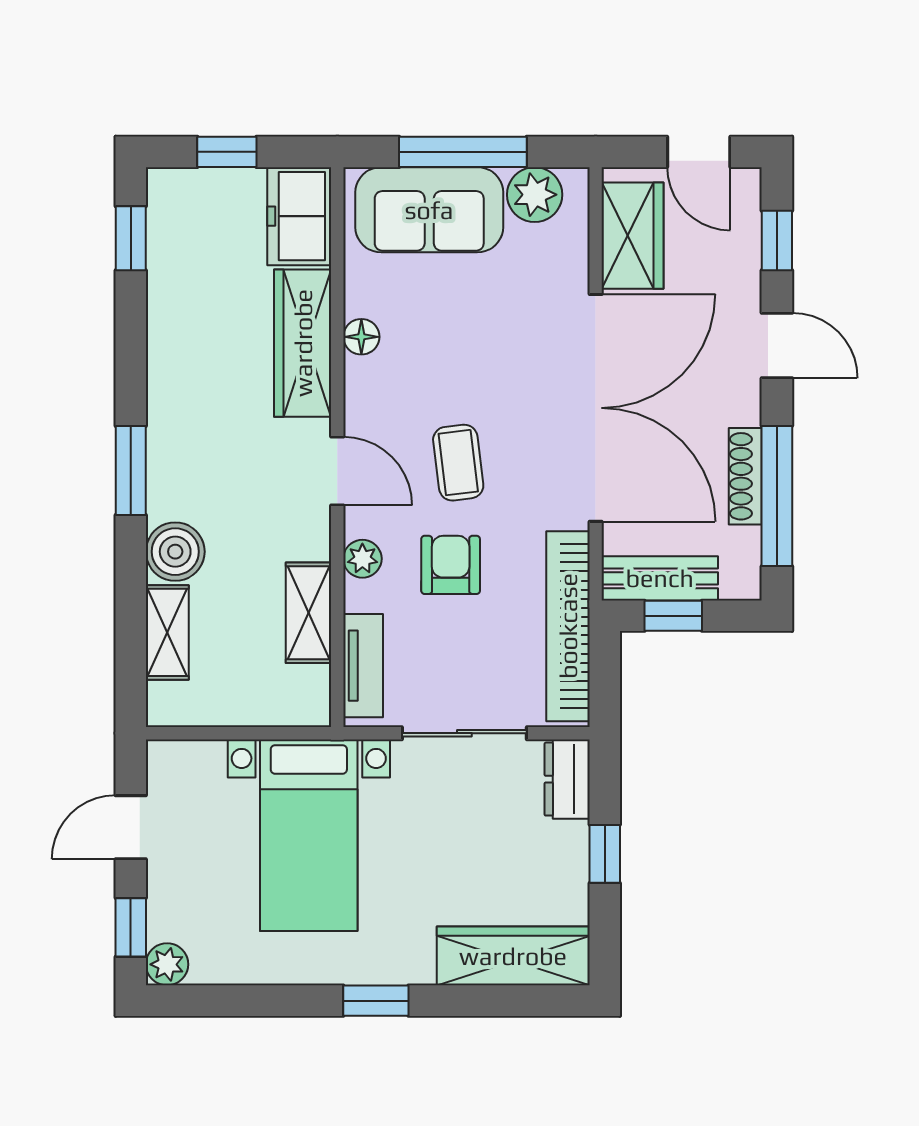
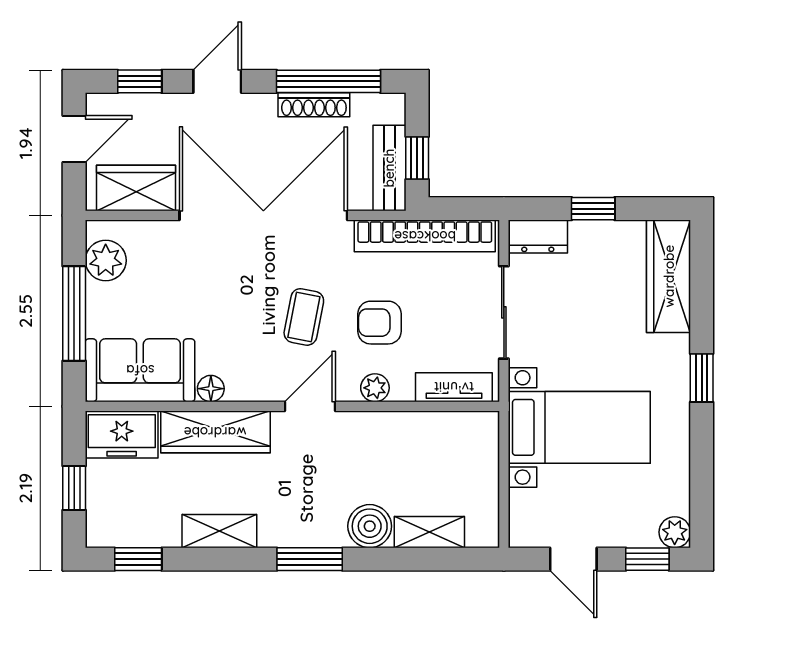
sofa: (429, 210) -> (140, 370), moved, turned -90
coffee table: (458, 463) -> (304, 317), turned -72
shelving: (309, 613) -> (219, 531), moved

